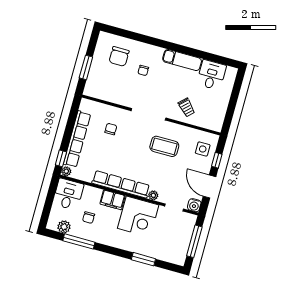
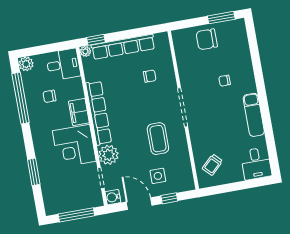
chair: (119, 56) -> (207, 39), moved
window: (86, 67) -> (221, 18), moved
desk: (211, 75) -> (256, 164), moved, turned 90
trolley: (187, 107) -> (212, 165), moved
side table: (203, 149) -> (158, 176), moved
door: (210, 187) -> (139, 204), hinge flipped
plant: (153, 195) -> (109, 155), width x1.88, depth x1.88
plant: (64, 227) -> (26, 64), moved
window: (79, 241) -> (21, 98), width x1.46

